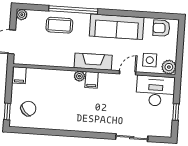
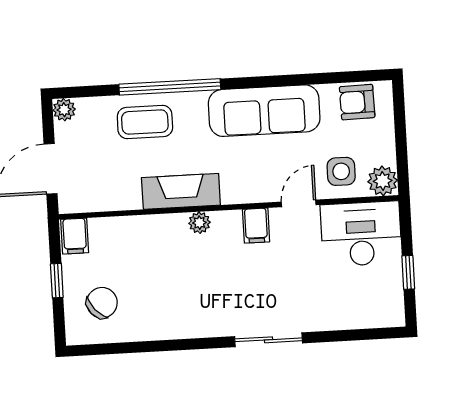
fireplace: (93, 62) -> (181, 191), moved
filing cabinet: (92, 80) -> (256, 226), moved
window: (7, 112) -> (57, 281), moved
sliding door: (132, 138) -> (269, 340), moved

